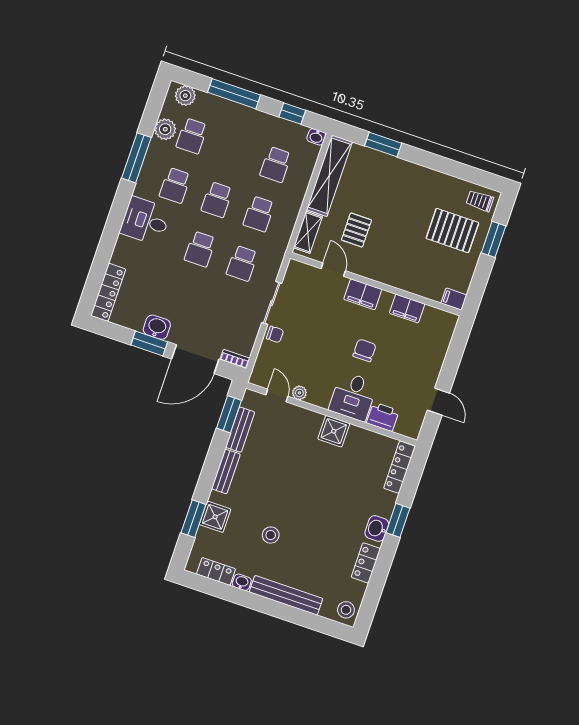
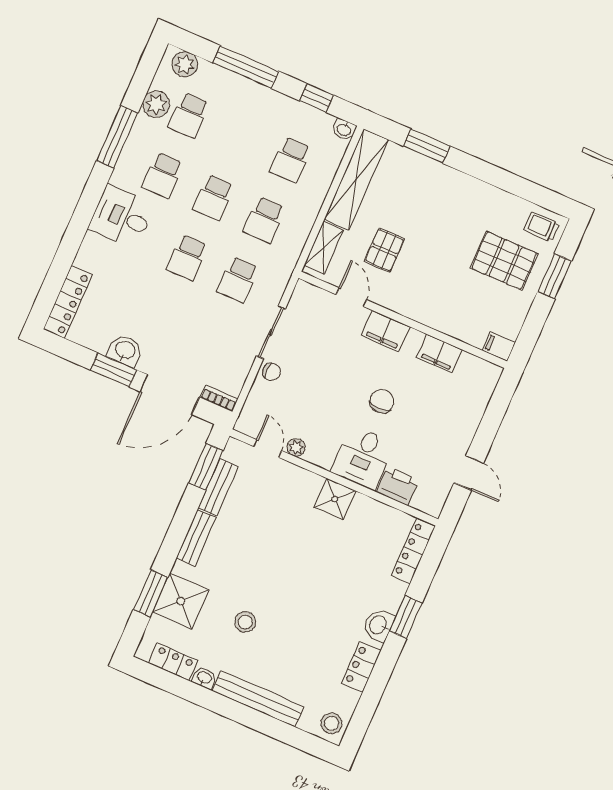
shower: (215, 517) -> (181, 601), width x1.36, depth x1.36

